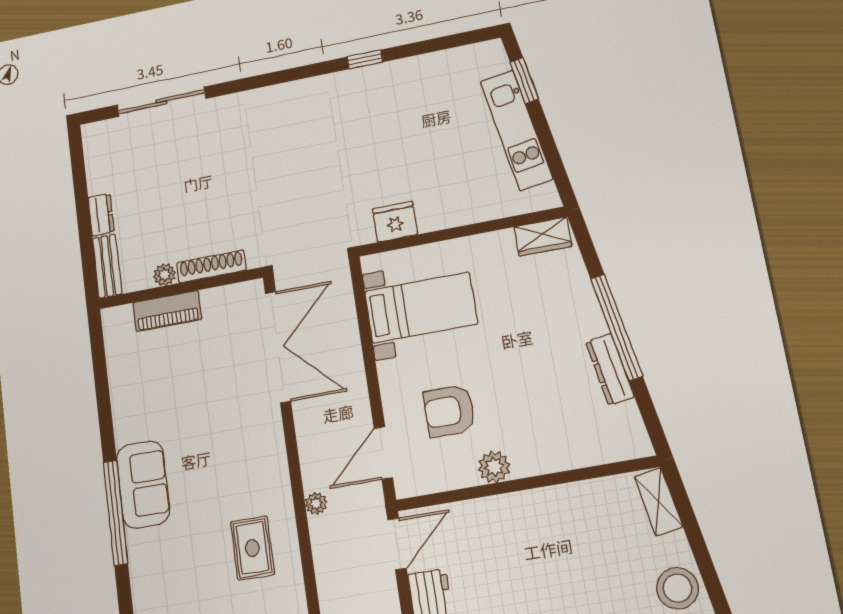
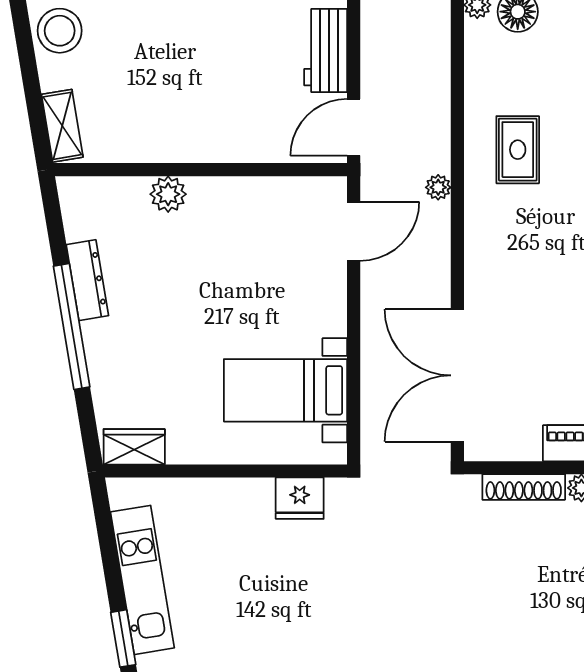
armchair: (449, 411) -> (272, 266), removed
plant: (494, 467) -> (168, 194), moved

